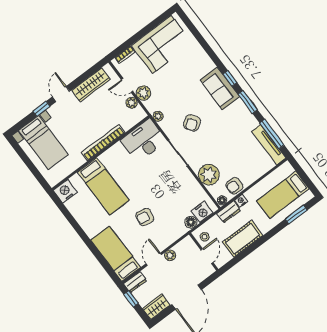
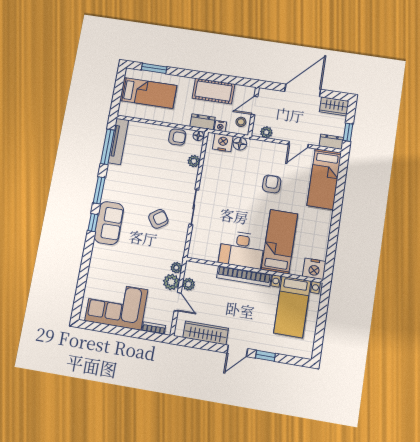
plant: (158, 116) -> (176, 268), moved
desk: (144, 140) -> (242, 250), moved
bed with nightstands: (43, 142) -> (292, 307), moved, turned 180
plant: (209, 175) -> (194, 161), width x0.53, depth x0.53
nightstand: (241, 201) -> (220, 126), moved
armchair: (145, 217) -> (272, 184), turned -100
plant: (170, 255) -> (266, 132), moved

